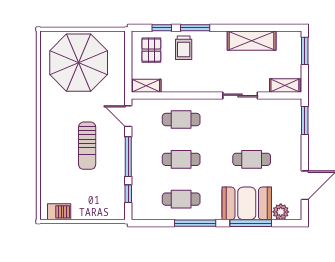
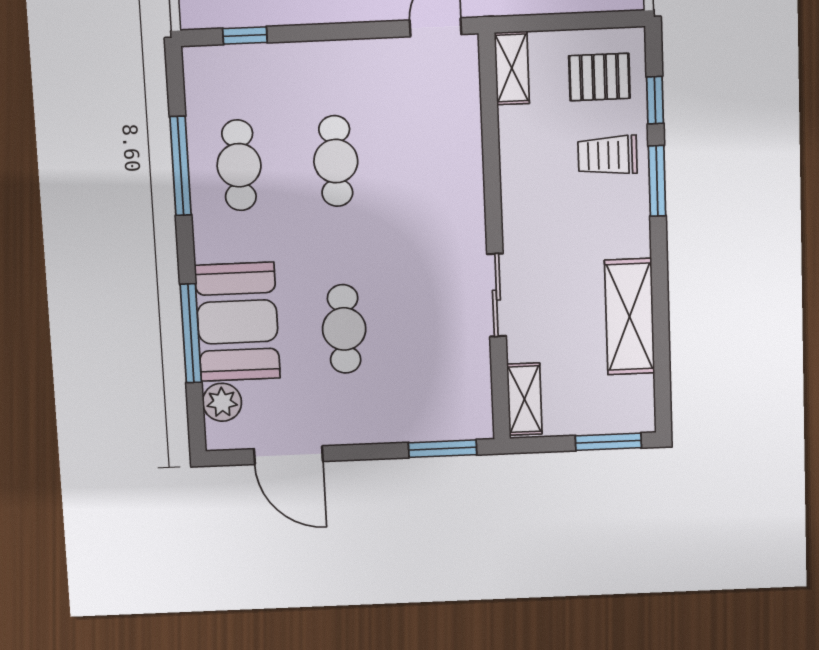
cafe table: (181, 120) -> (433, 157), removed
window: (128, 157) -> (336, 32), removed
window: (195, 223) -> (180, 166), moved

